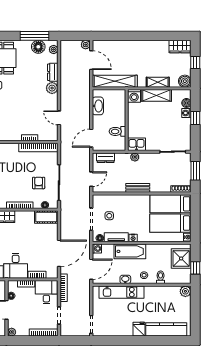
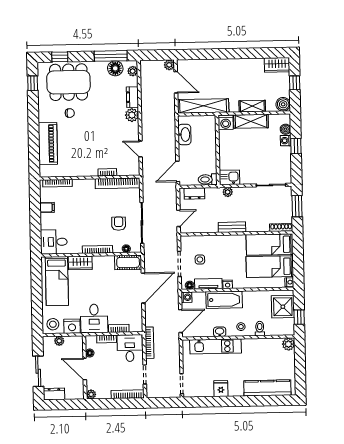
toilet: (117, 131) -> (208, 179), moved
door: (59, 253) -> (143, 288), moved
fridge: (139, 329) -> (221, 389), moved

